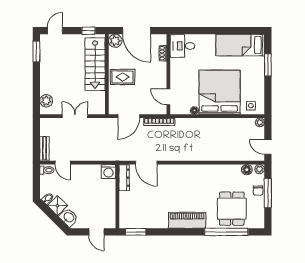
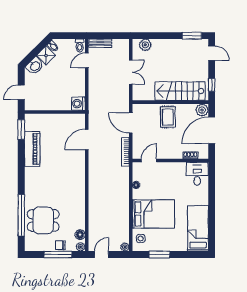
window: (268, 65) -> (159, 255), moved
bed: (220, 92) -> (153, 214), width x0.73
dresser: (124, 178) -> (72, 119), removed
piano: (187, 220) -> (32, 149), moved

